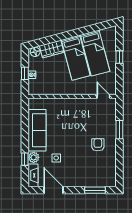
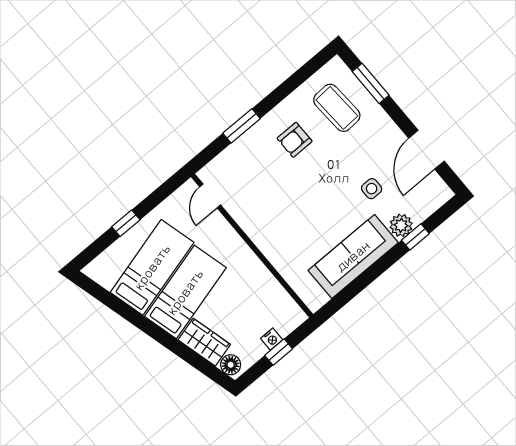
coffee table: (97, 170) -> (337, 108), added
fireplace: (33, 175) -> (430, 202), removed

